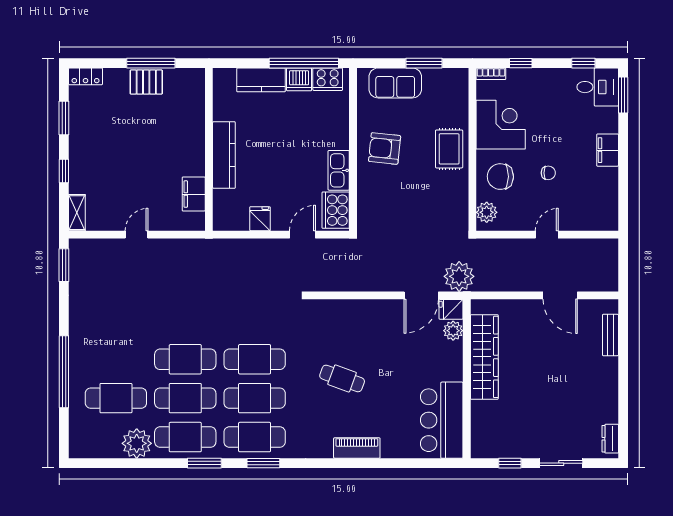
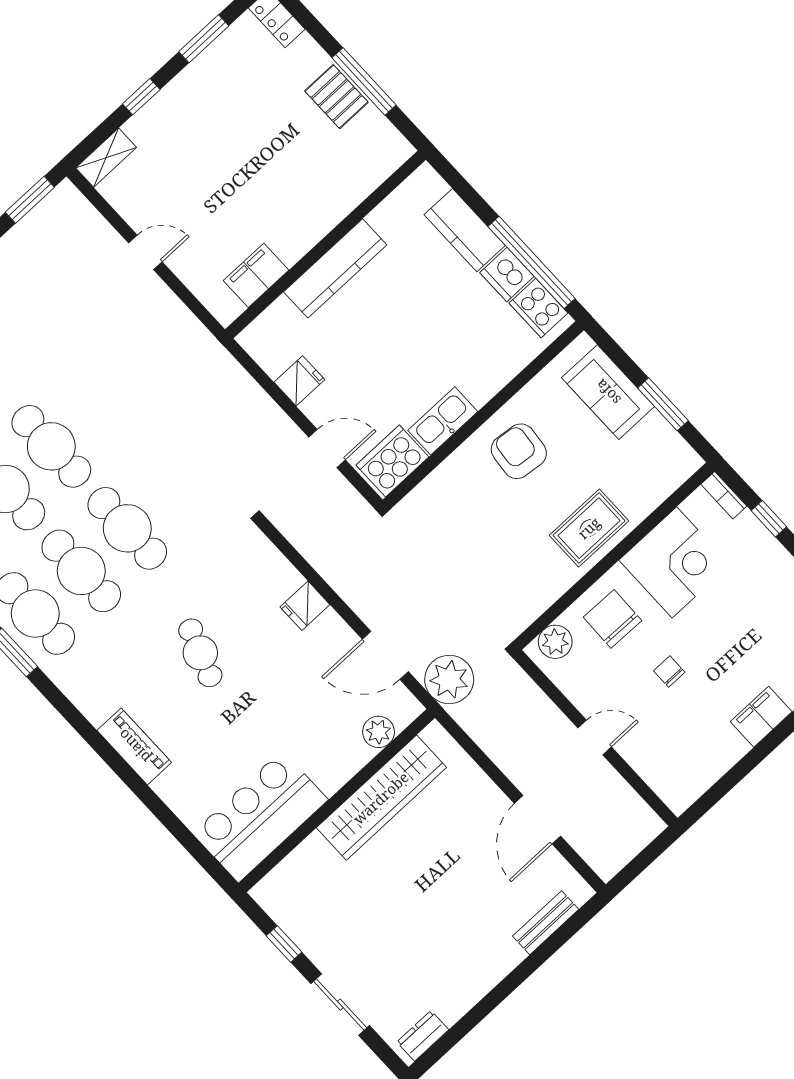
chair: (548, 173) -> (669, 671), turned 180
fridge: (451, 309) -> (305, 606), moved, turned -90

